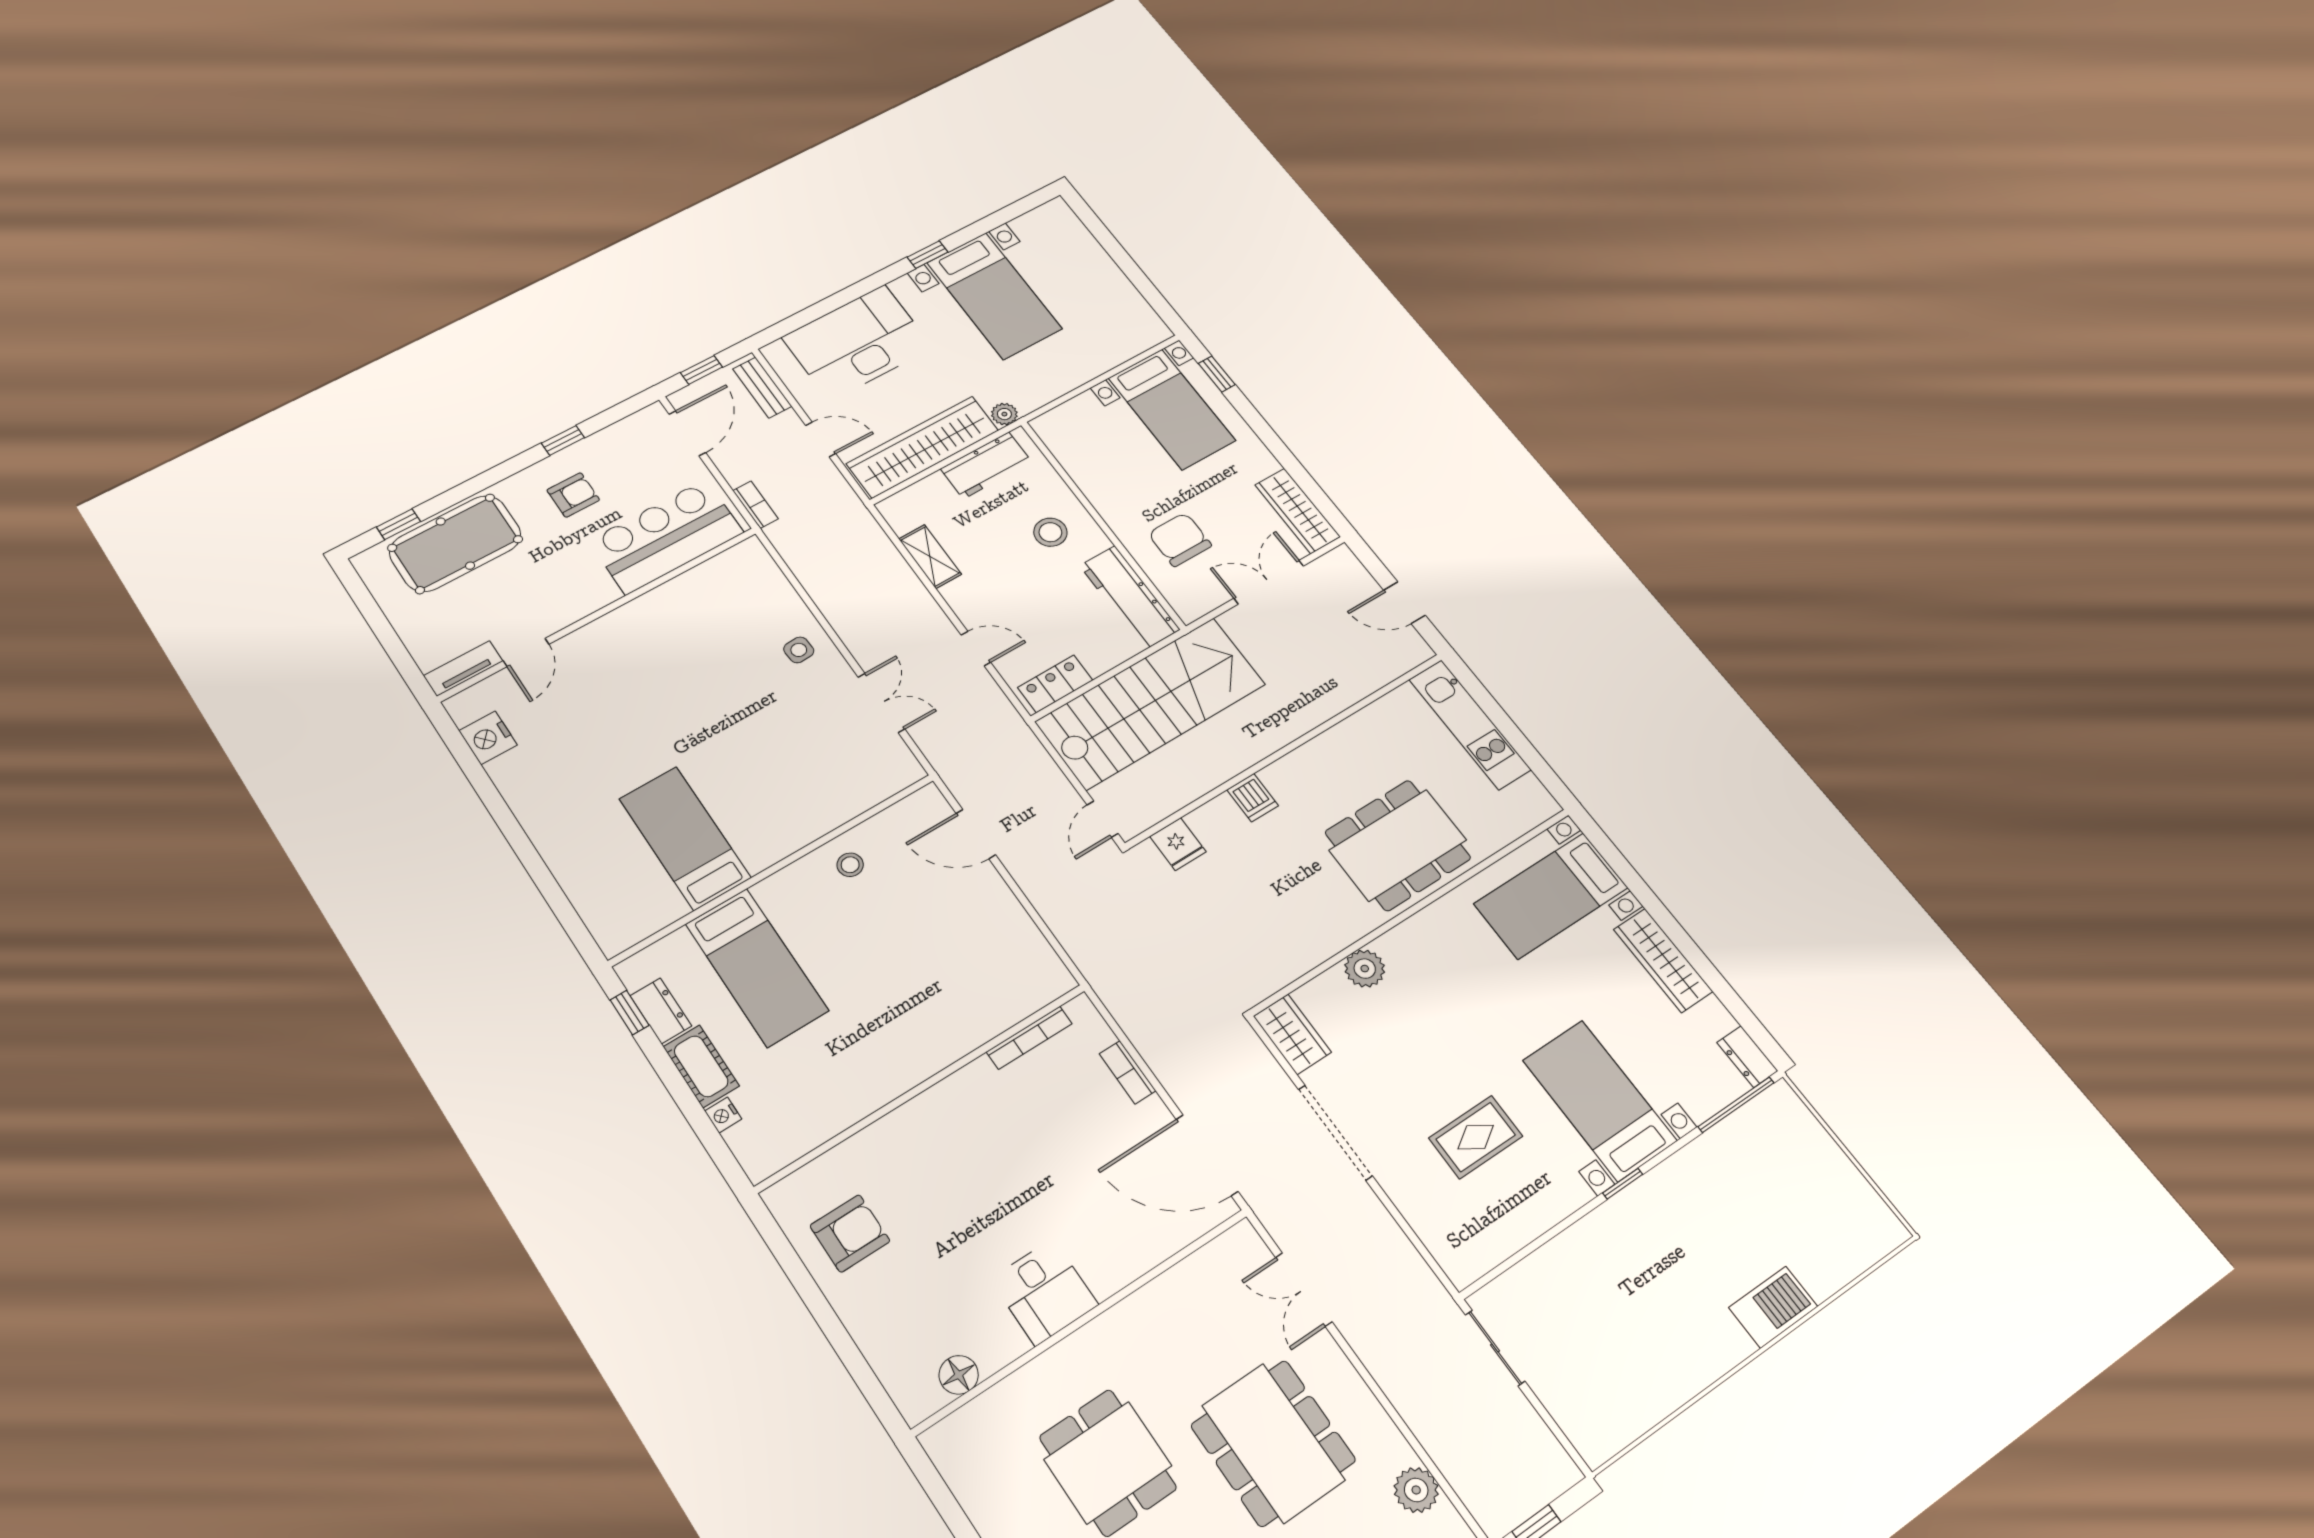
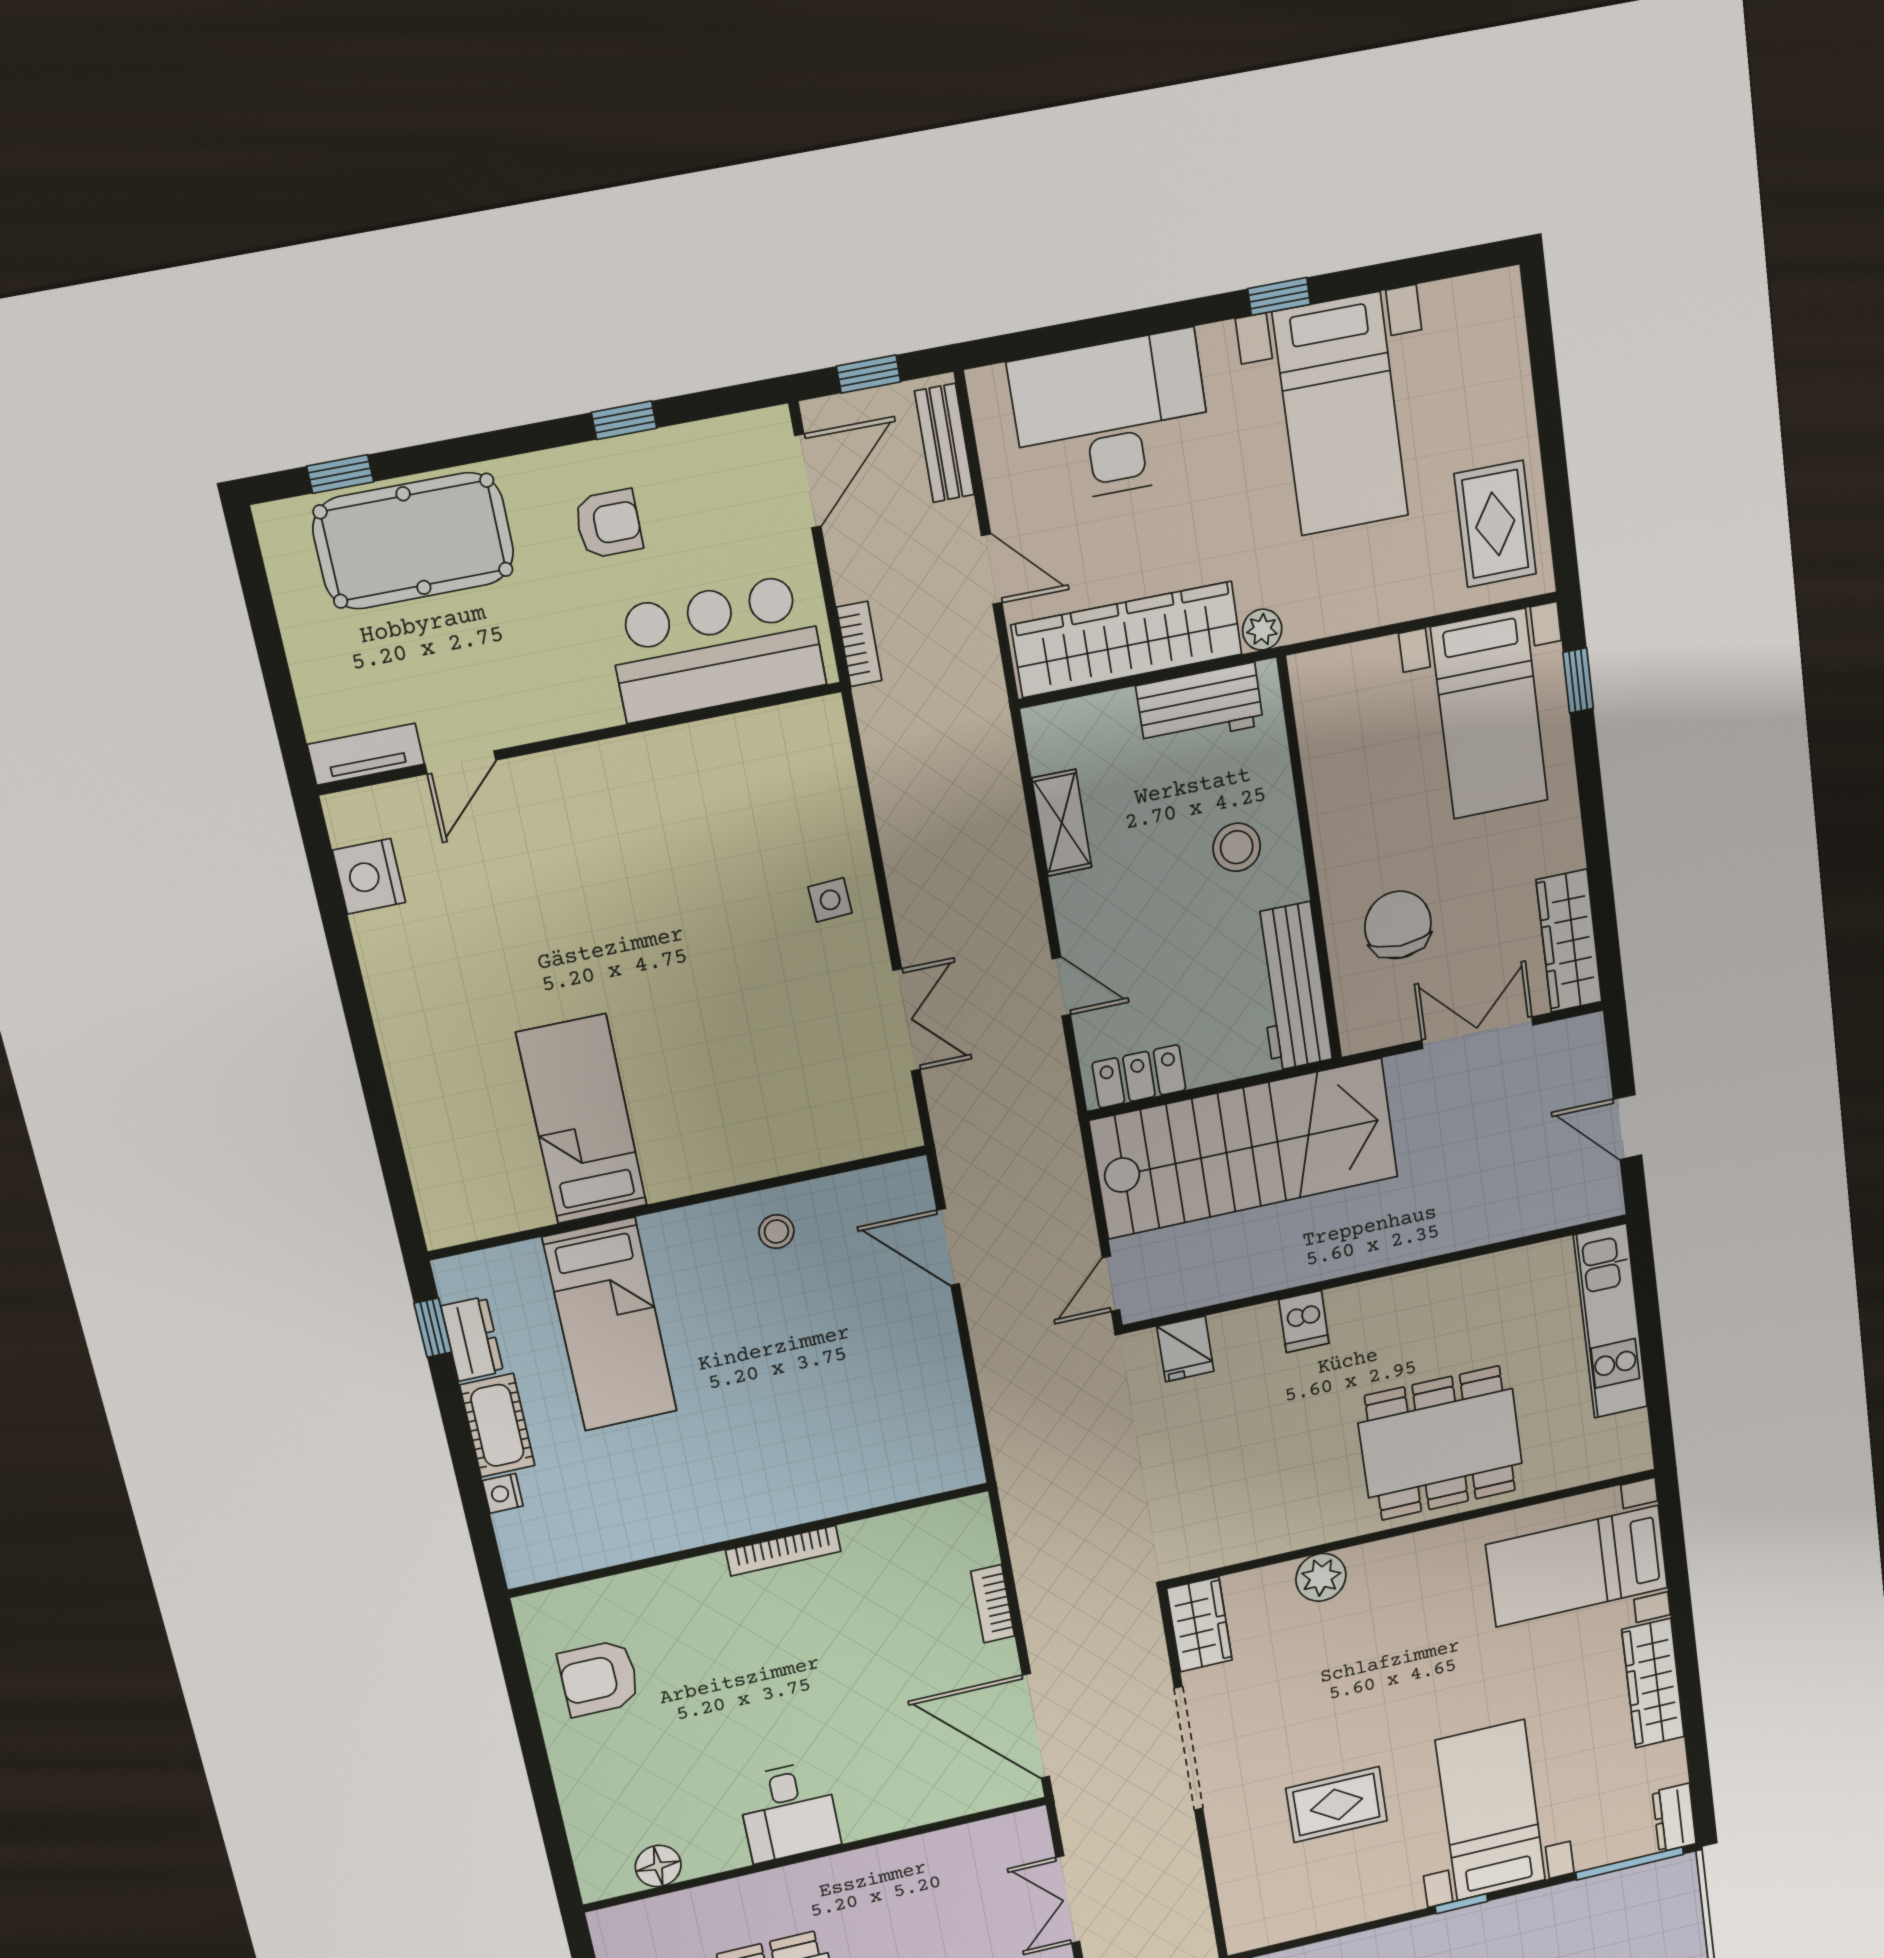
rug: (1118, 316) -> (1495, 524), added
bookcase: (1029, 1038) -> (783, 1551), moved
armchair: (850, 1233) -> (599, 1678), turned 180

